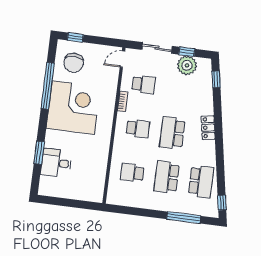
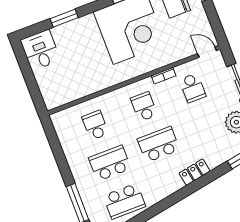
locker: (208, 128) -> (195, 172), moved
school desk: (138, 129) -> (144, 107), turned 180
desk: (56, 163) -> (40, 50), moved

